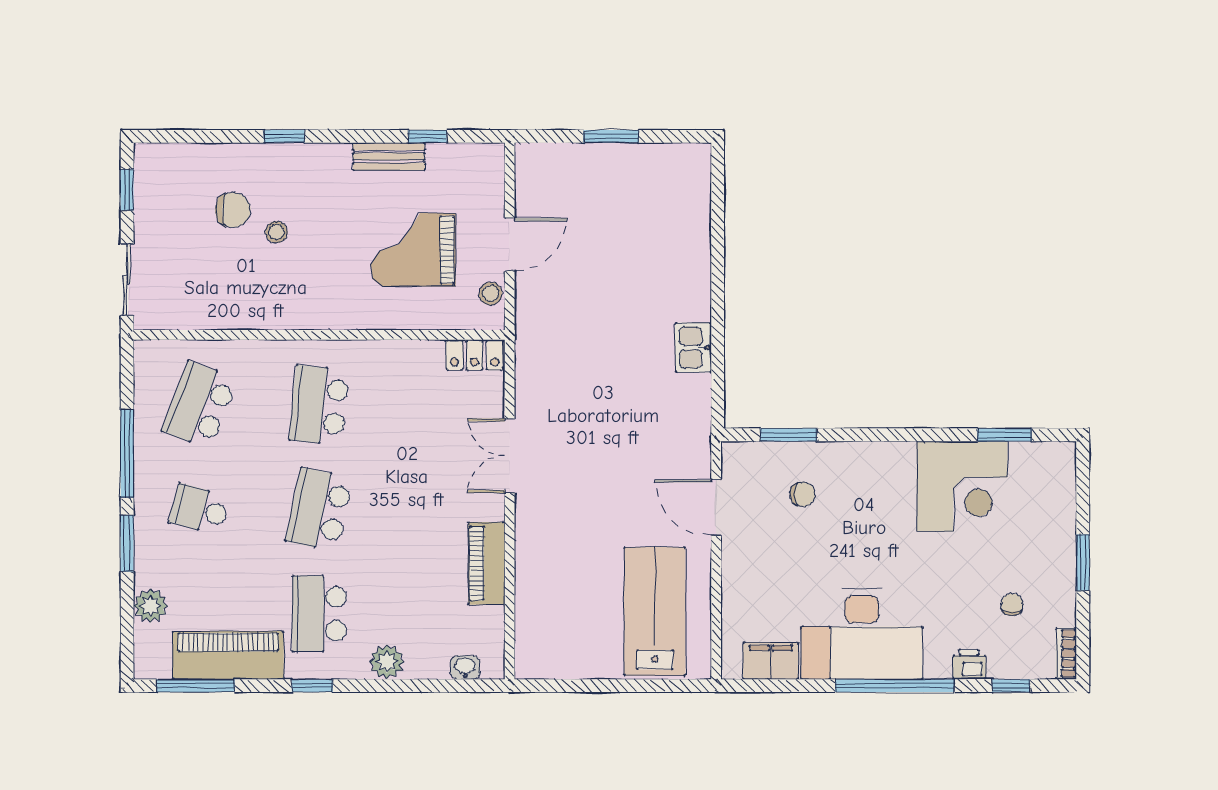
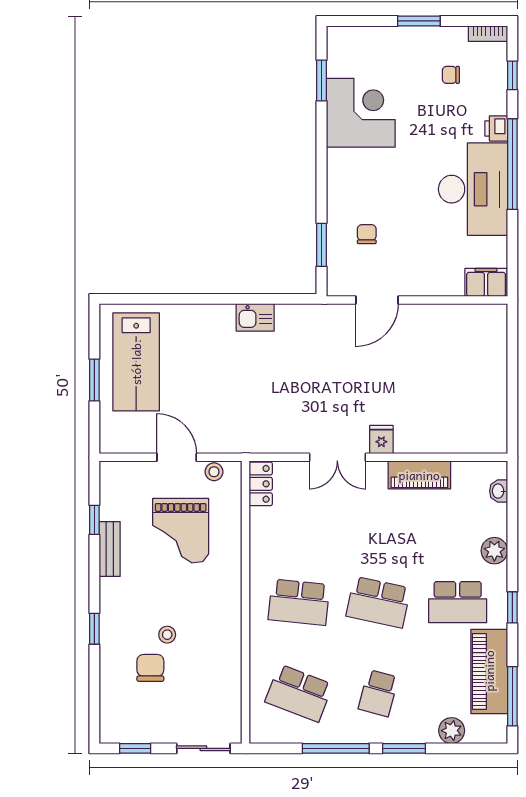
fridge: (533, 513) -> (381, 439), added
lab bench: (655, 611) -> (136, 362), moved, turned -90
filing cabinet: (771, 661) -> (486, 282), moved, turned 90
printer: (969, 664) -> (496, 129), moved

